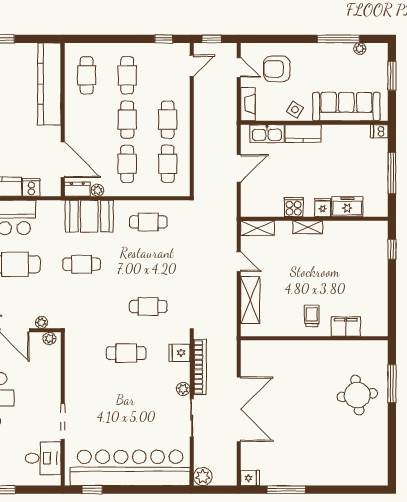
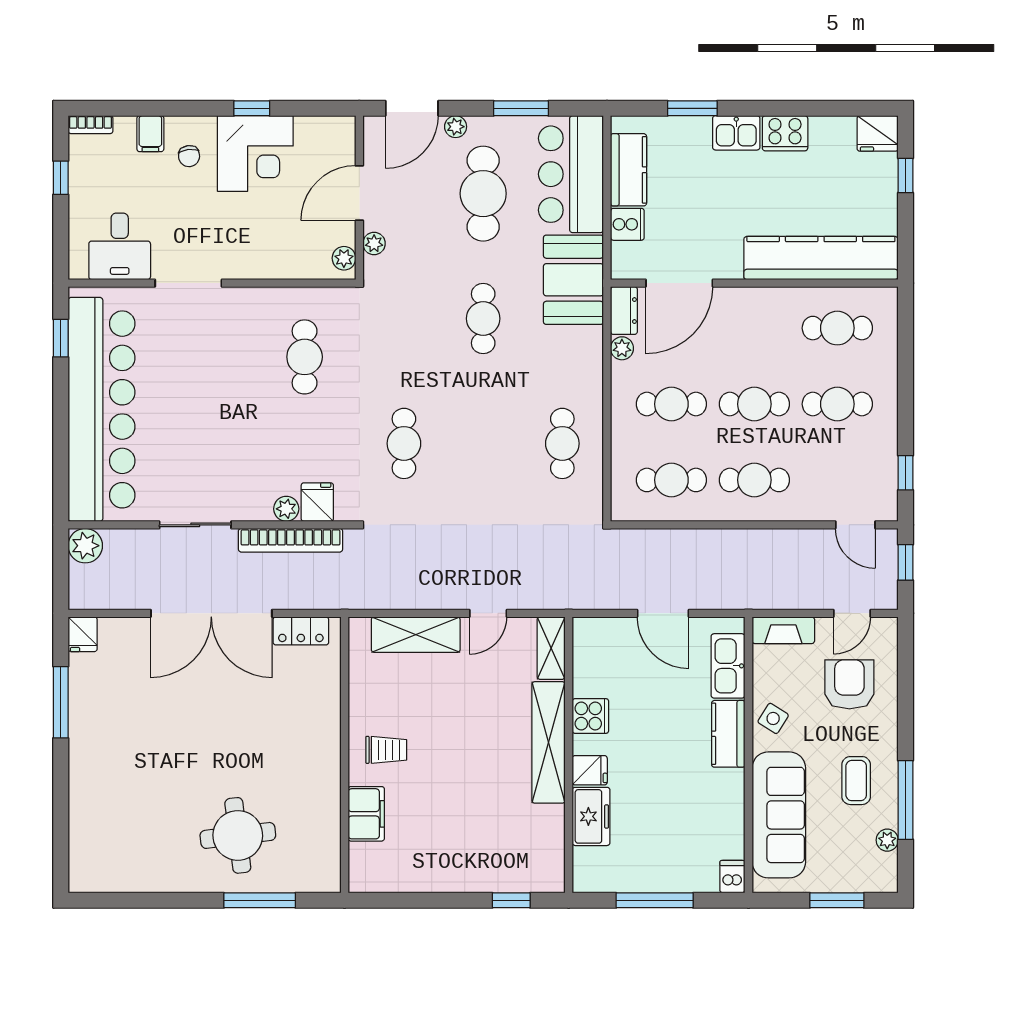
coffee table: (328, 65) -> (856, 781), added
booth: (89, 216) -> (573, 280), moved
shelving: (308, 227) -> (549, 742), width x2.20, depth x1.33
cafe table: (126, 353) -> (305, 357), moved
locker: (248, 362) -> (301, 631), added
plant: (183, 389) -> (286, 509), moved

